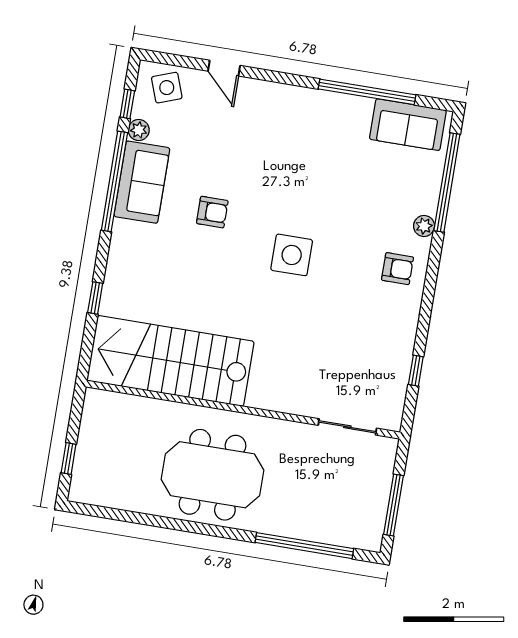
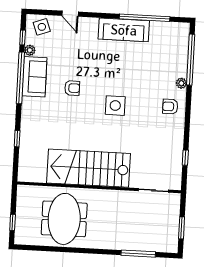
sofa: (408, 125) -> (124, 30), moved, width x1.36
armchair: (398, 269) -> (170, 107), turned 180
stairs: (170, 361) -> (89, 168), moved
meeting table: (212, 475) -> (64, 219), moved, turned 90
window: (394, 505) -> (182, 228), width x0.69
window: (304, 546) -> (138, 254), width x0.68

